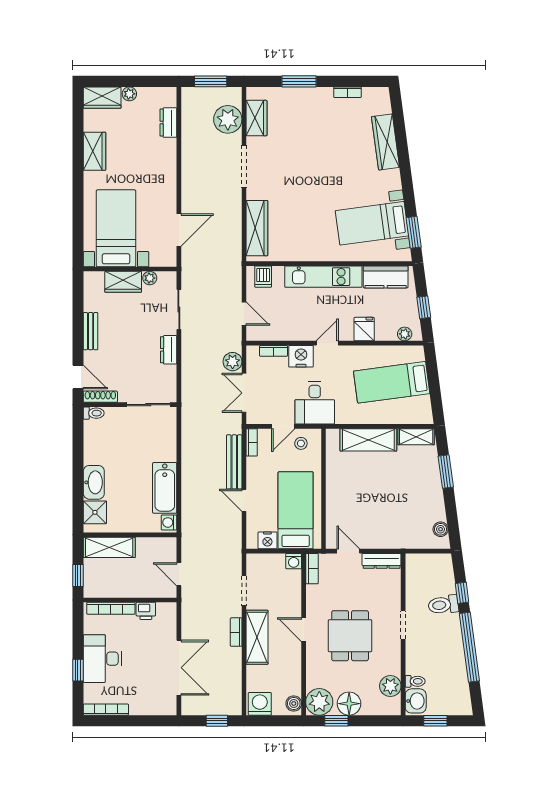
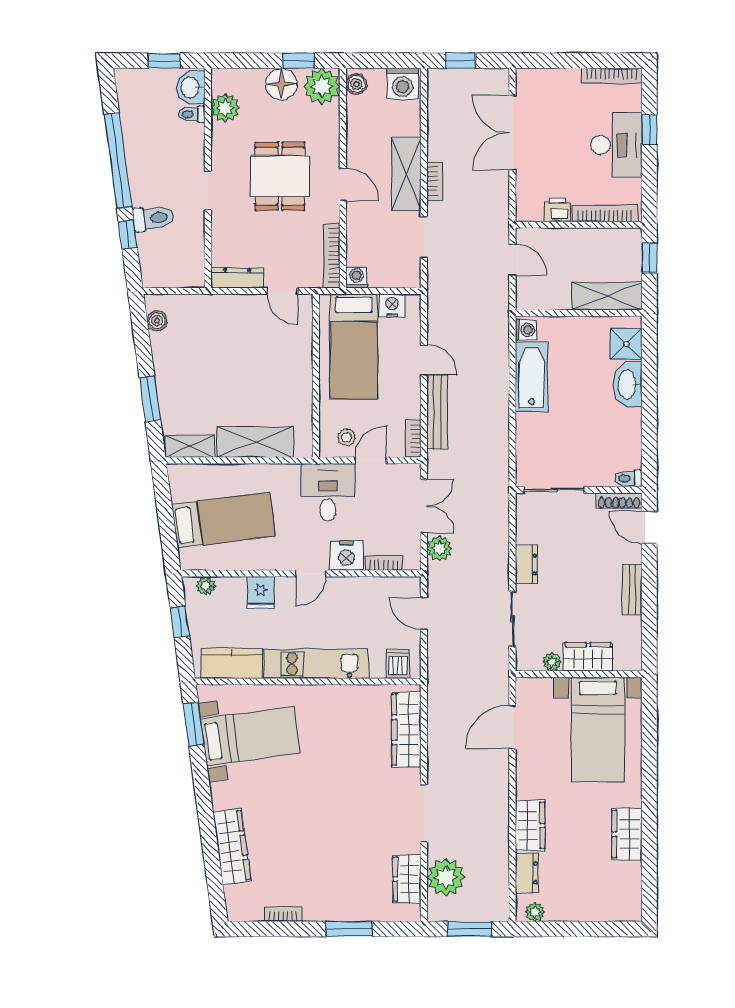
plant: (129, 94) -> (535, 912), moved
wardrobe: (102, 98) -> (530, 825), moved, turned 90
bookcase: (312, 569) -> (332, 256), width x1.56

